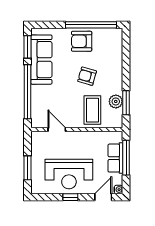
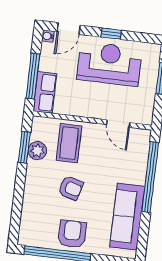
armchair: (82, 41) -> (72, 234), turned -90
window: (28, 47) -> (143, 235), removed
row of seats: (115, 158) -> (45, 92), moved

